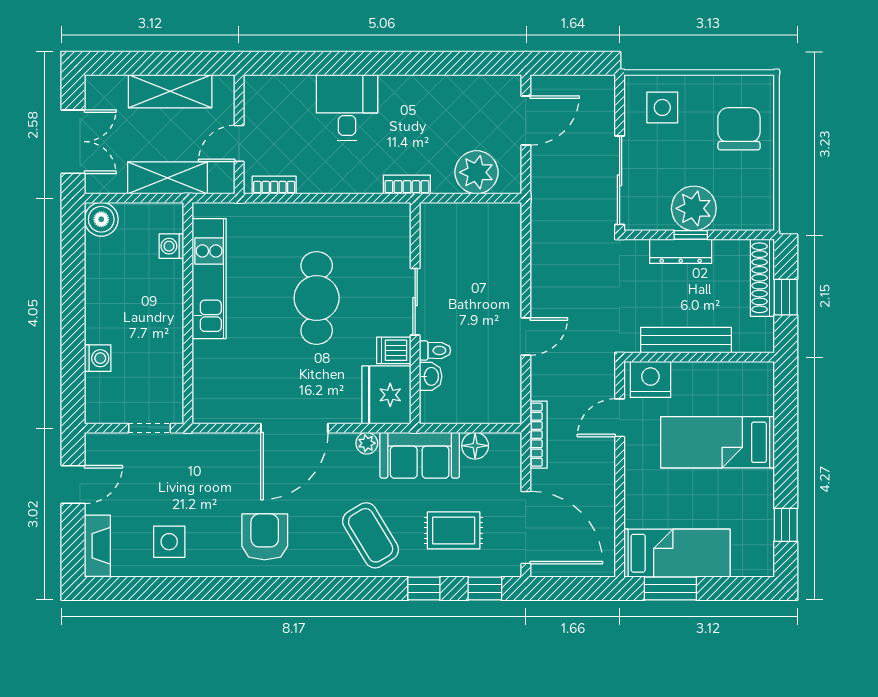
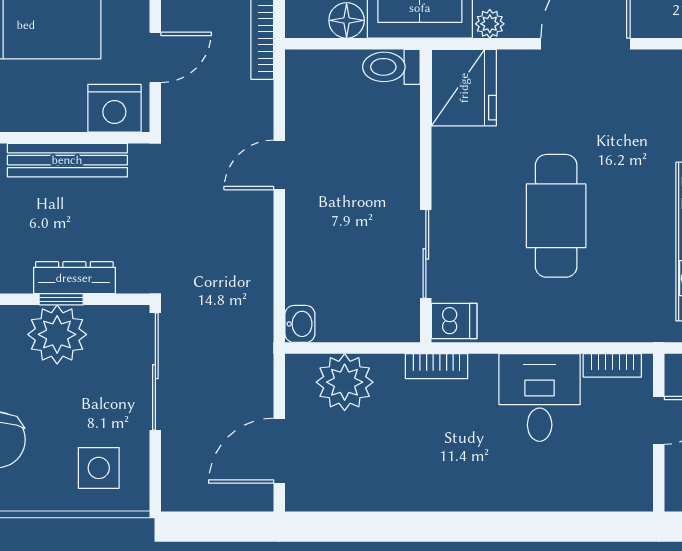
desk: (347, 108) -> (540, 398), moved, turned 180
sliding door: (415, 302) -> (426, 254), moved
dishwasher: (394, 350) -> (454, 321), moved
toilet: (435, 350) -> (391, 67), moved, width x1.37, depth x1.39
washbasin: (431, 376) -> (300, 324), moved, turned 180

